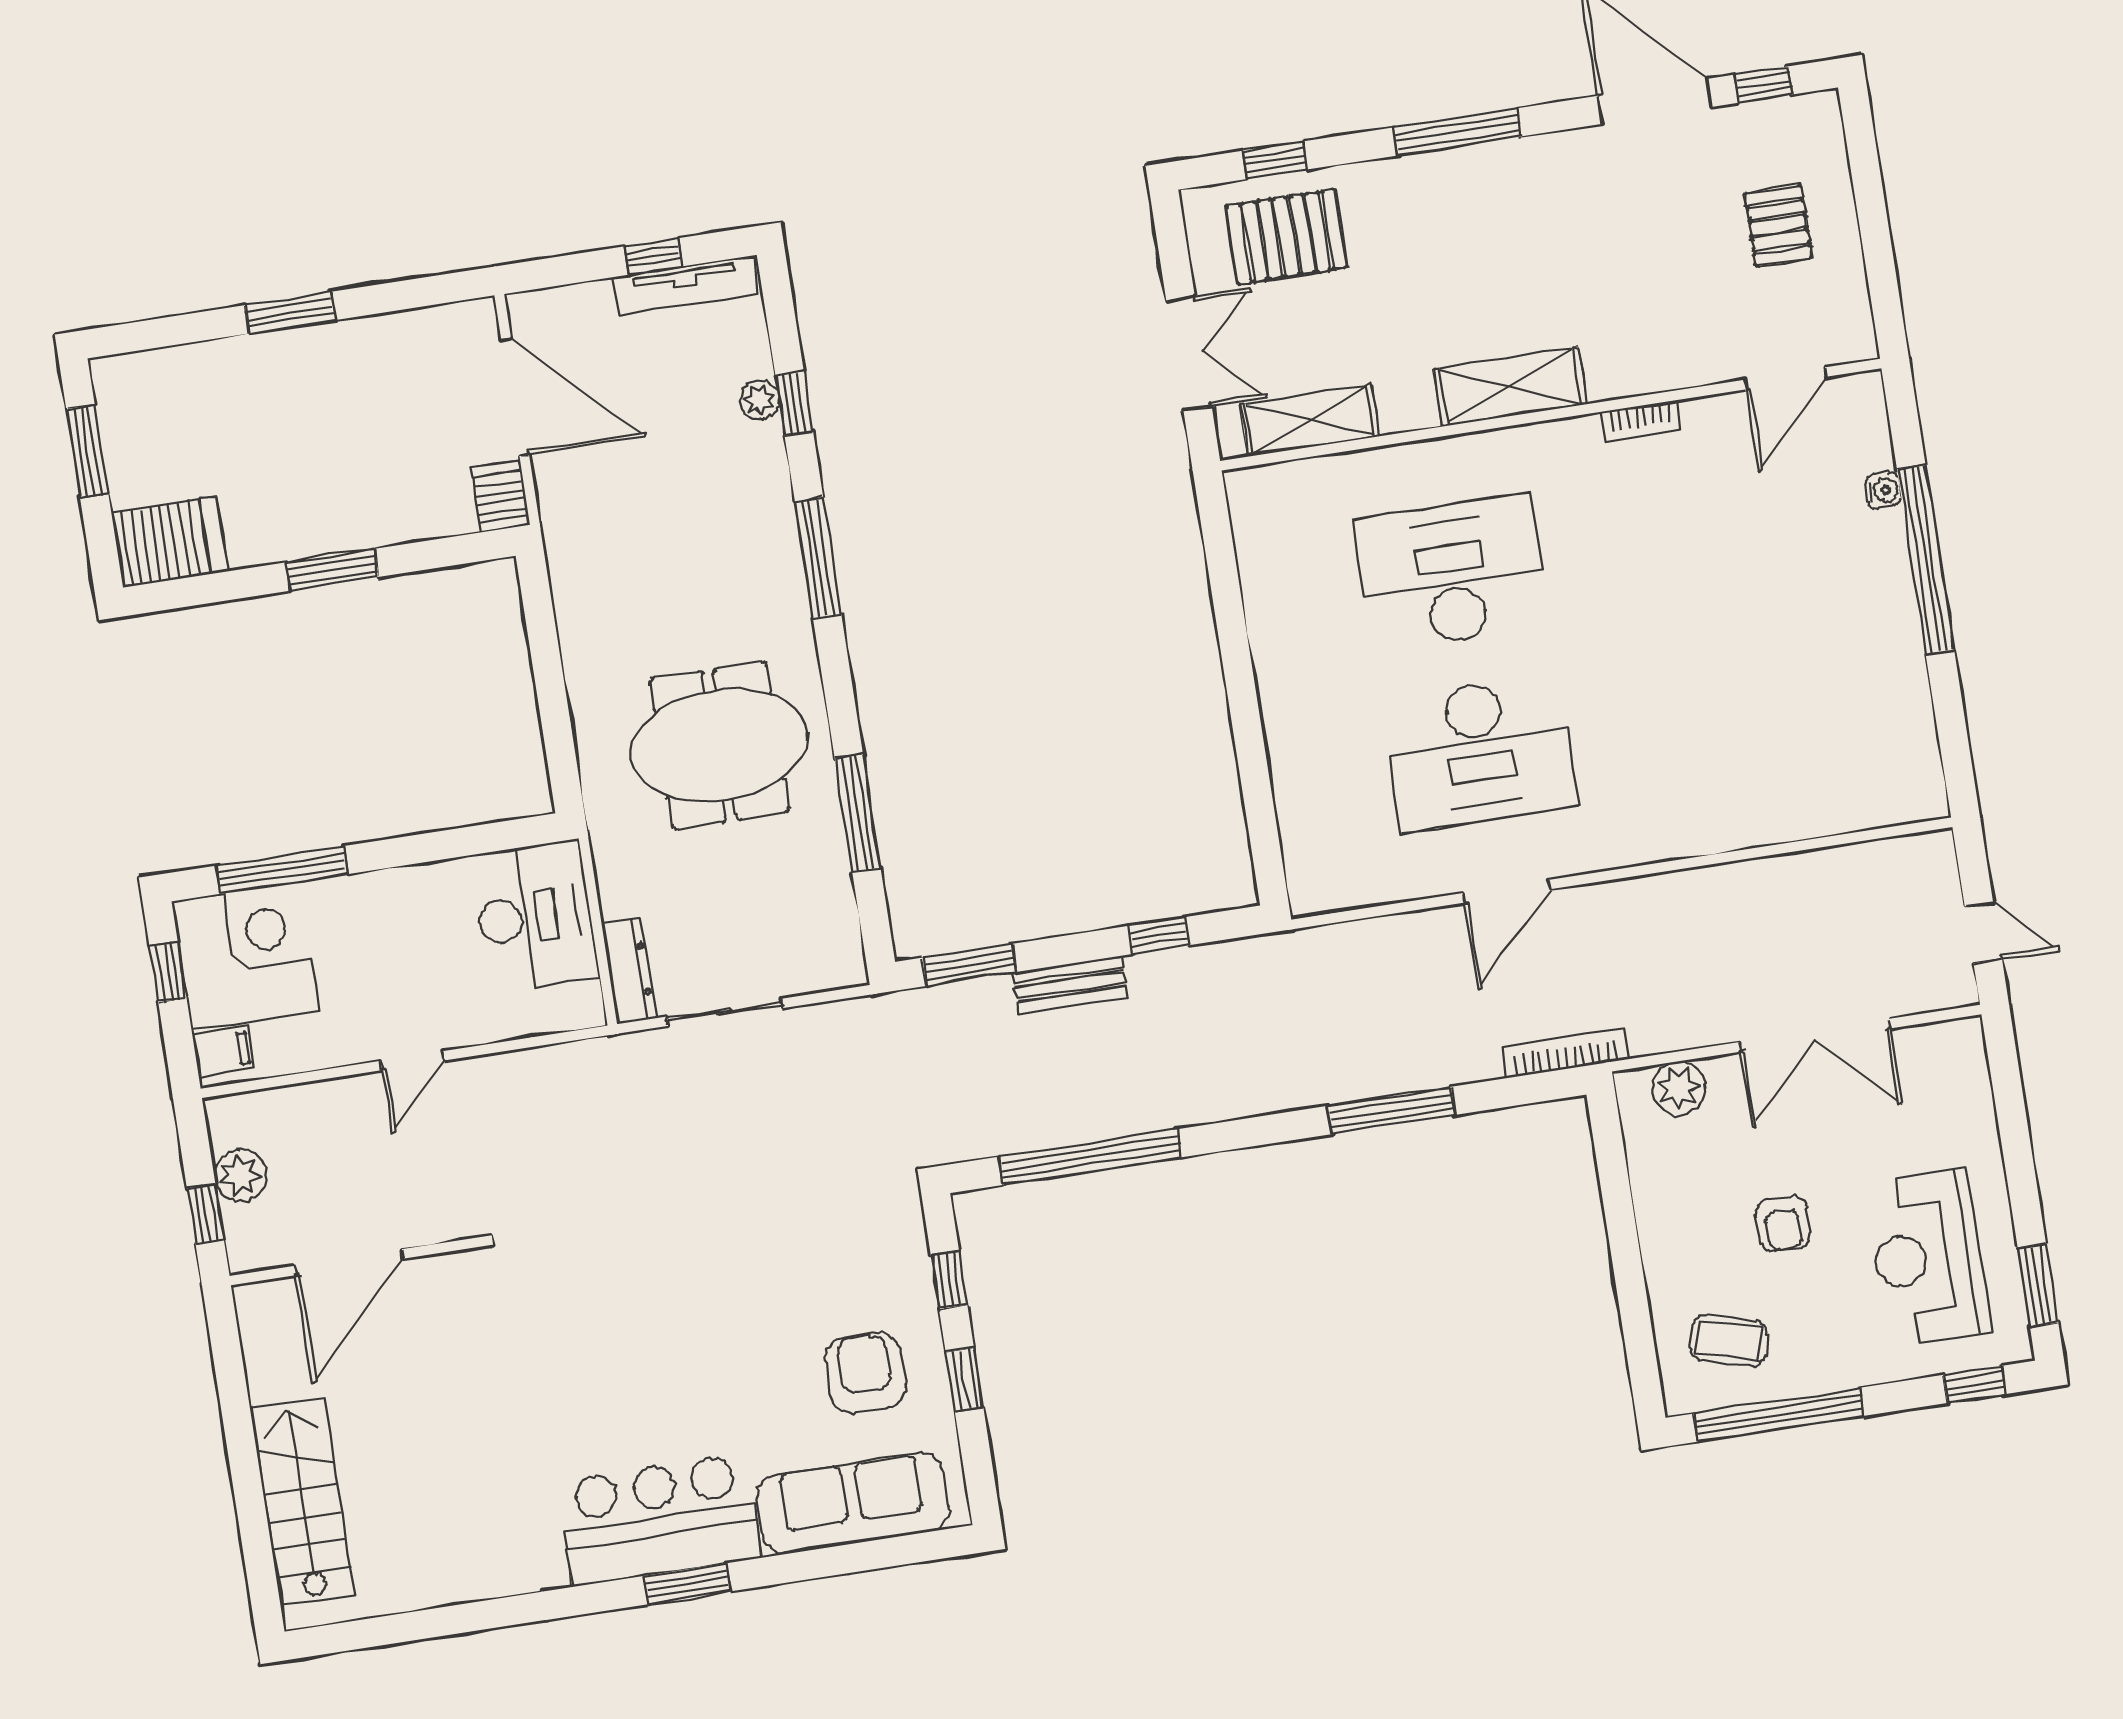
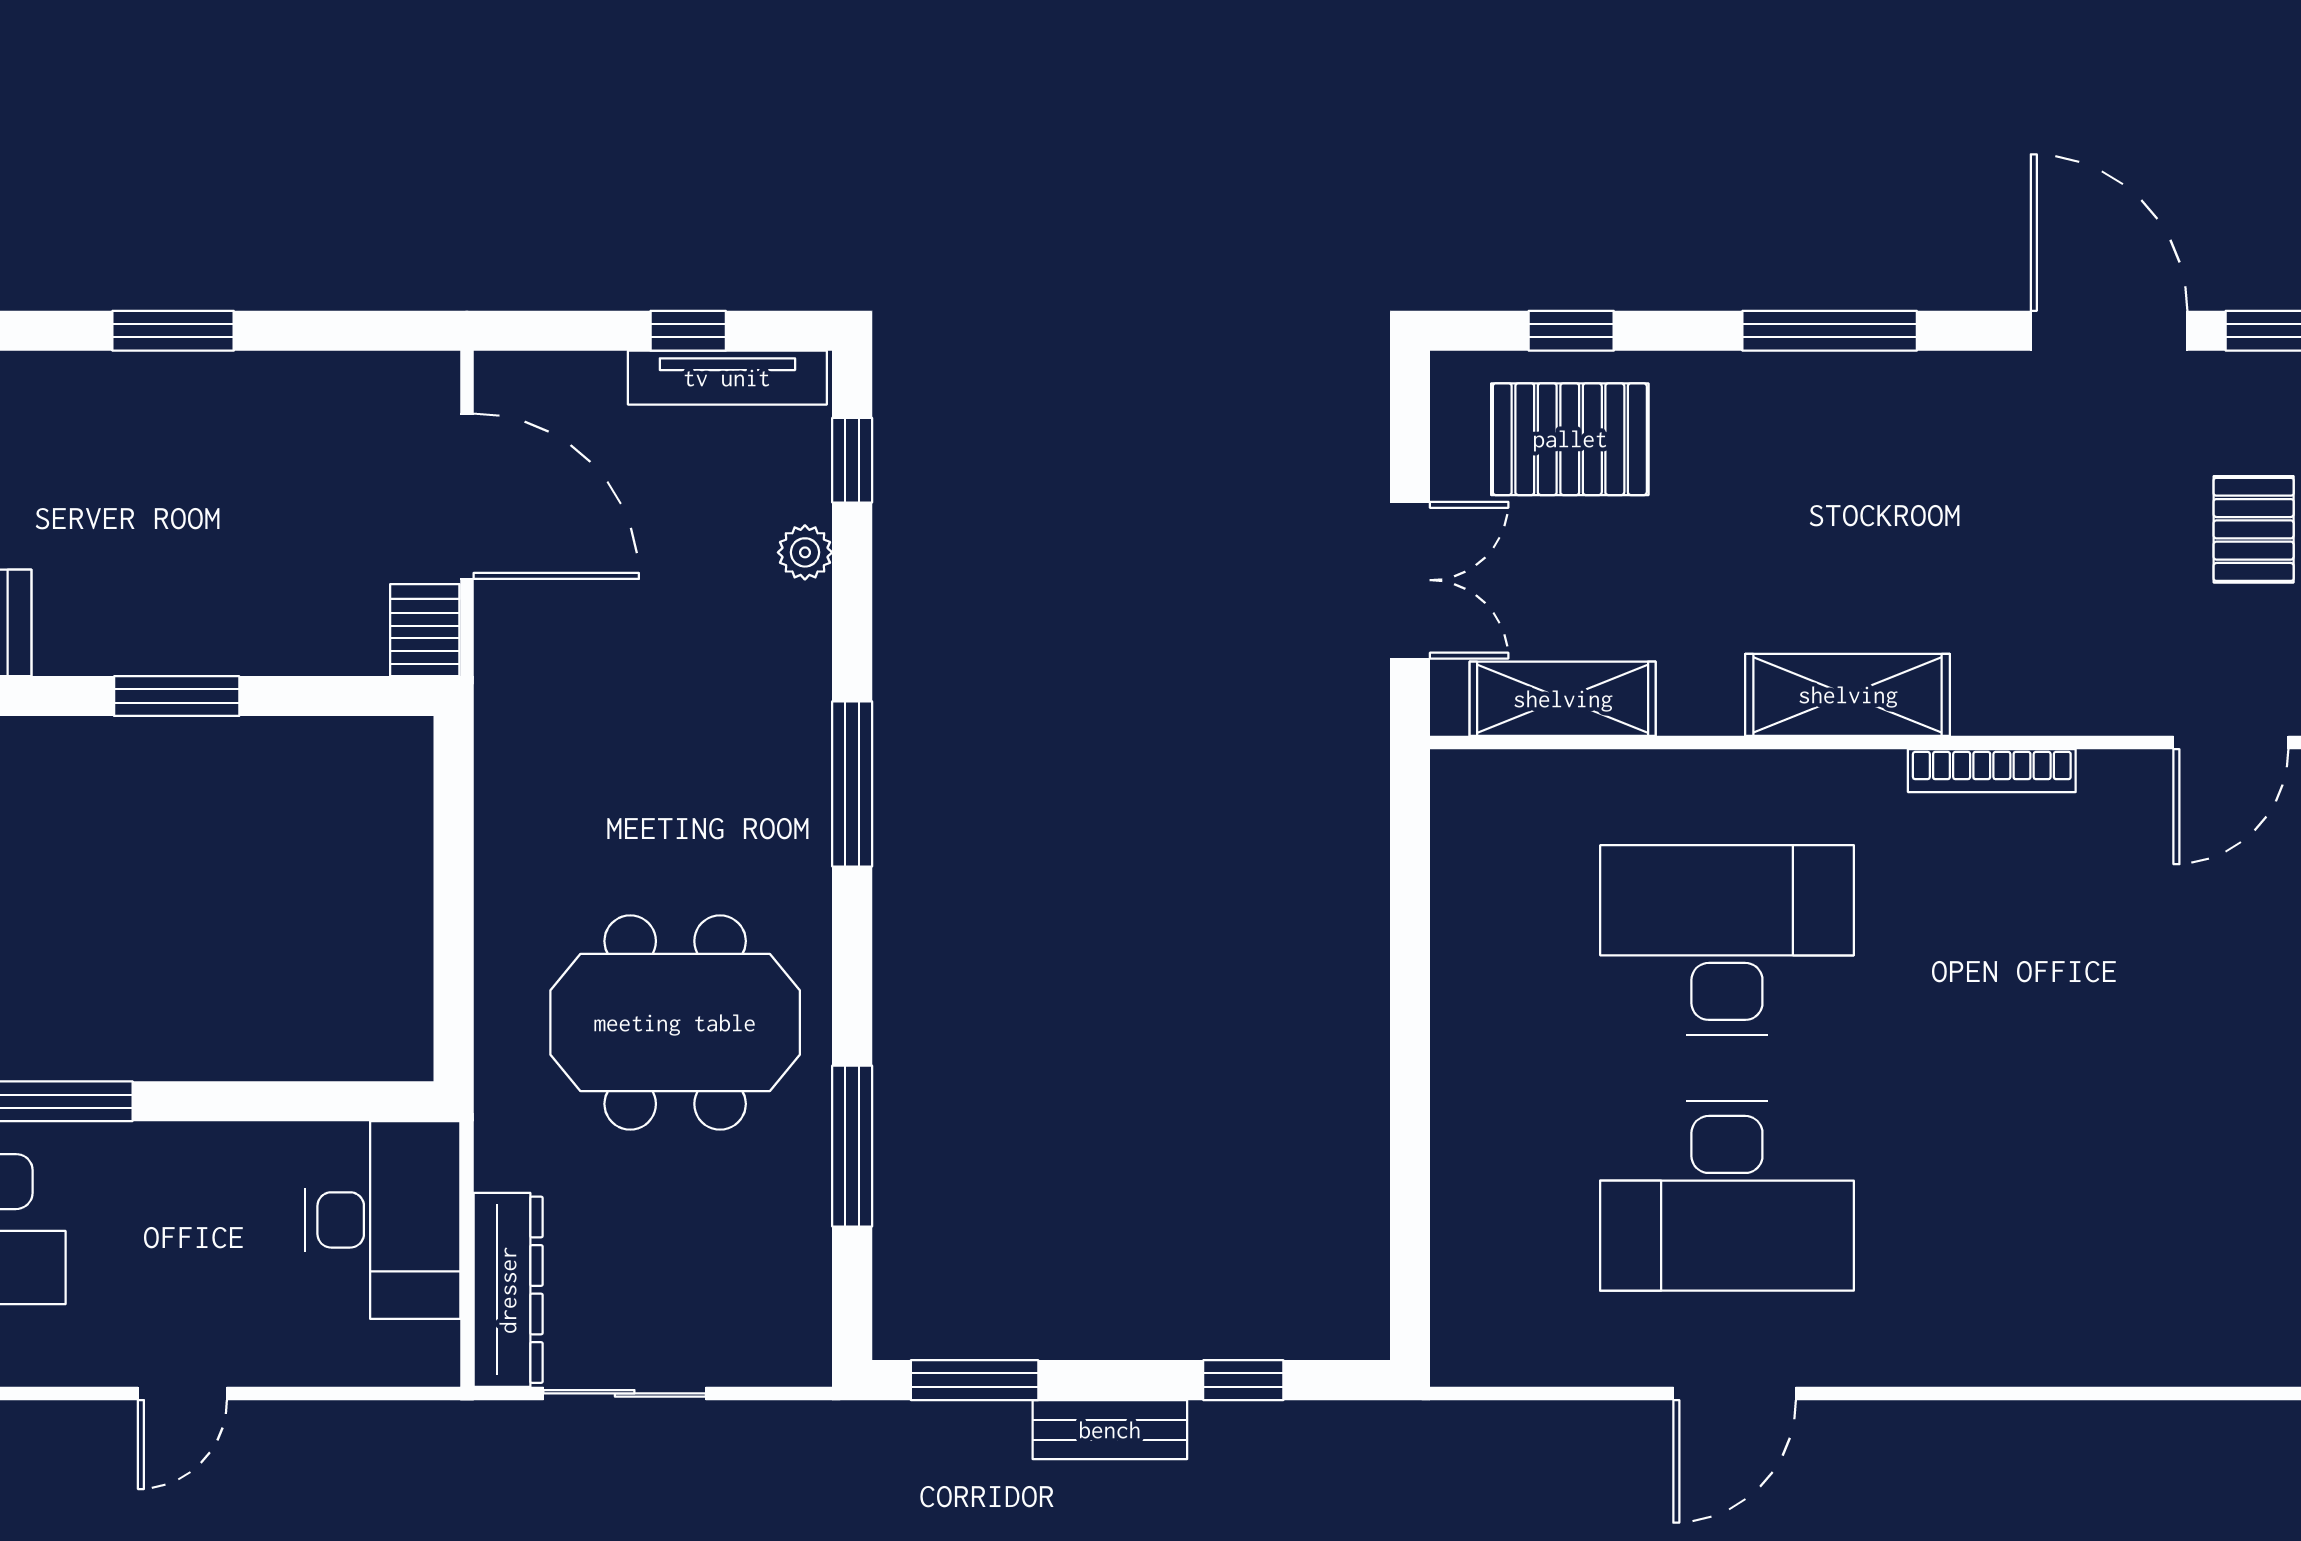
window: (794, 404) -> (852, 460), moved
bookcase: (1641, 421) -> (1992, 771), width x1.56
dresser: (629, 971) -> (508, 1290), width x1.37, depth x1.24

